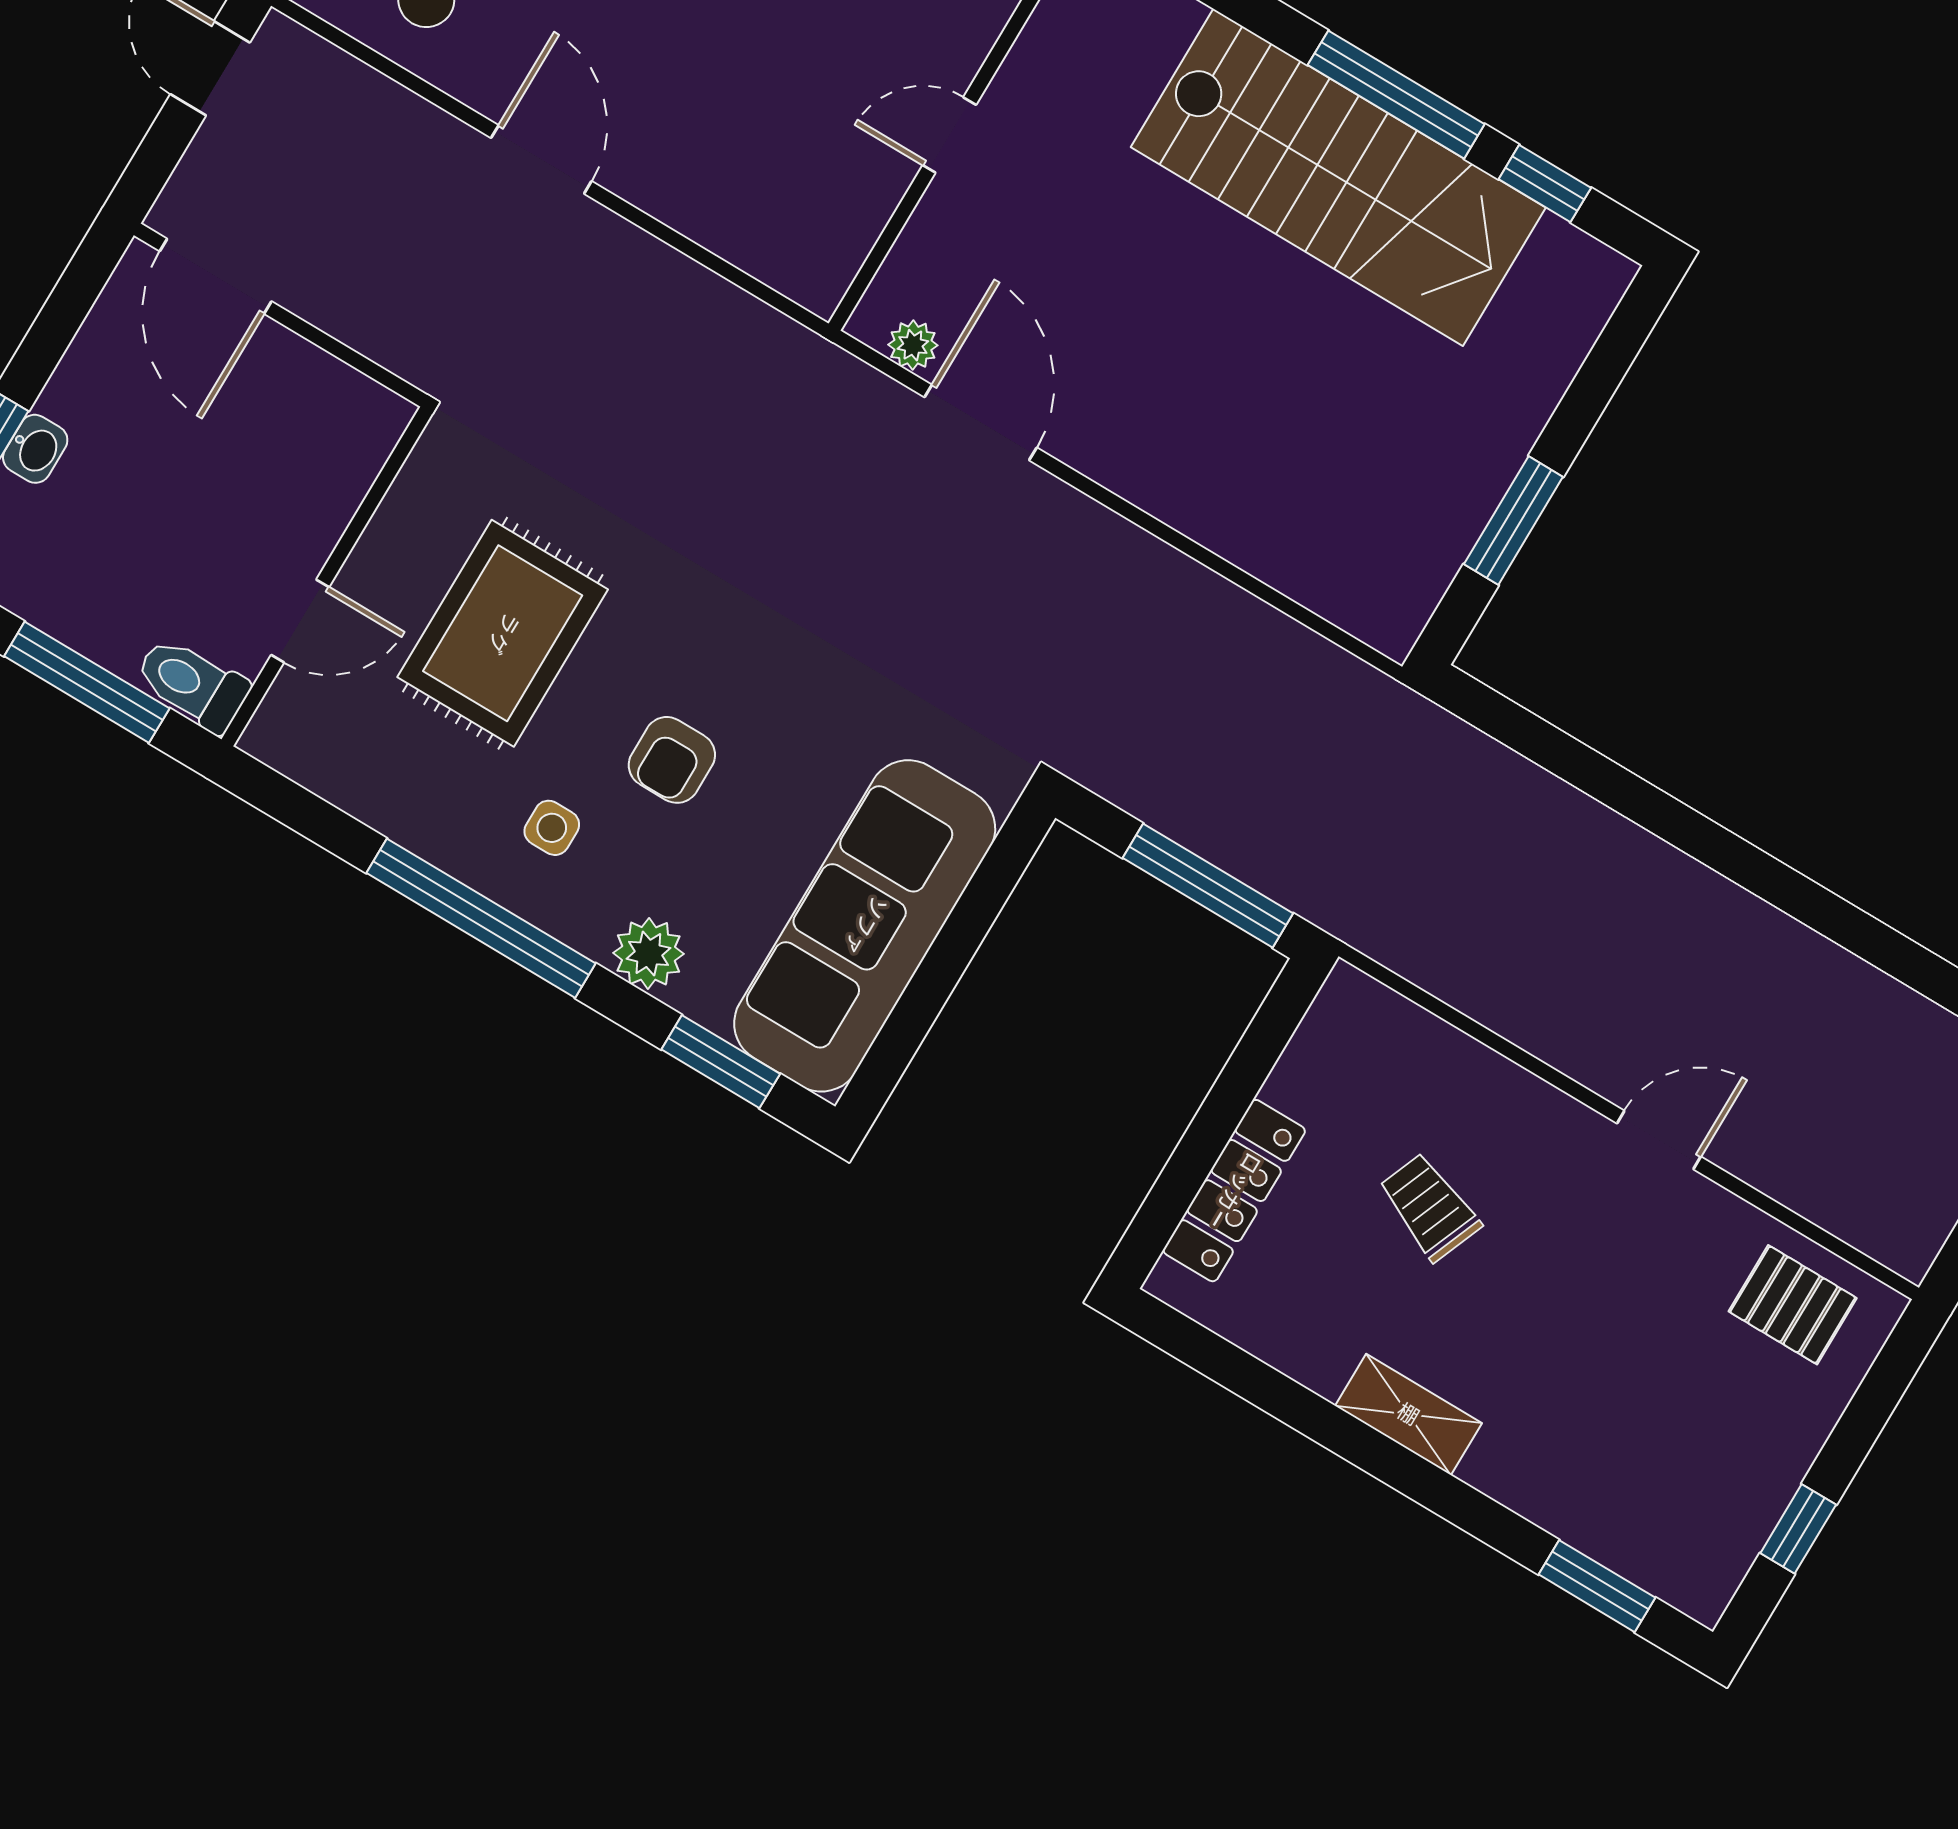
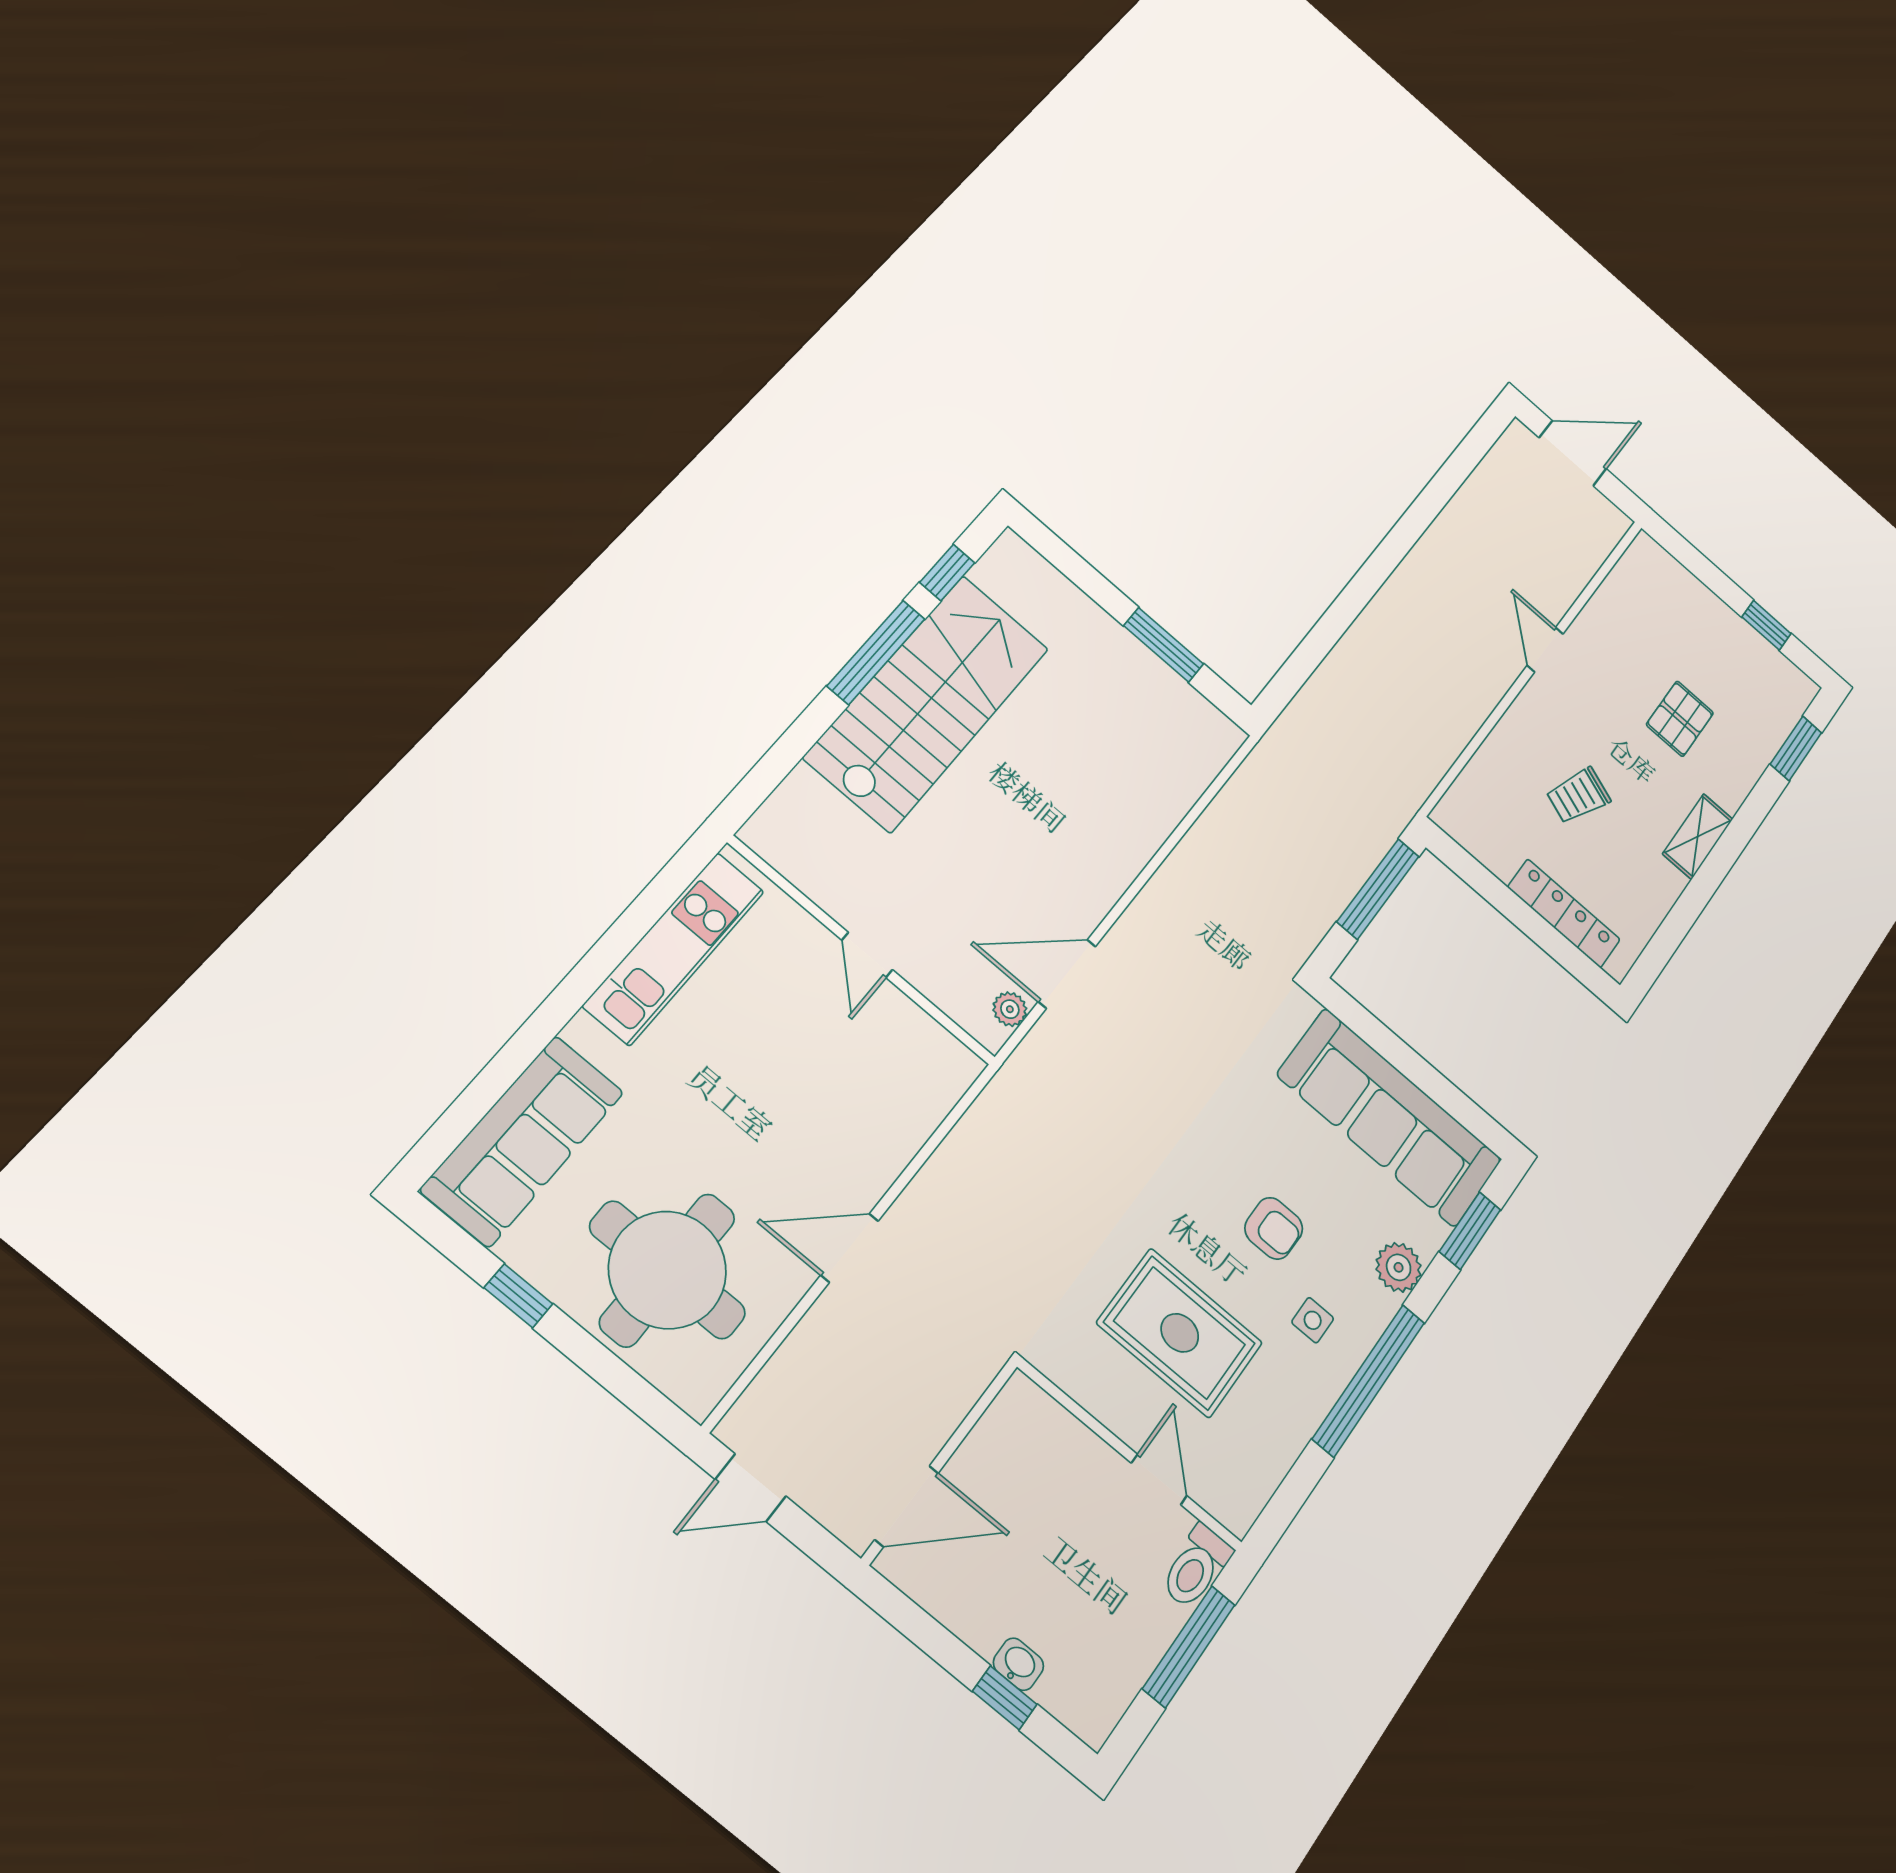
pallet: (1793, 1305) -> (1680, 719), moved

